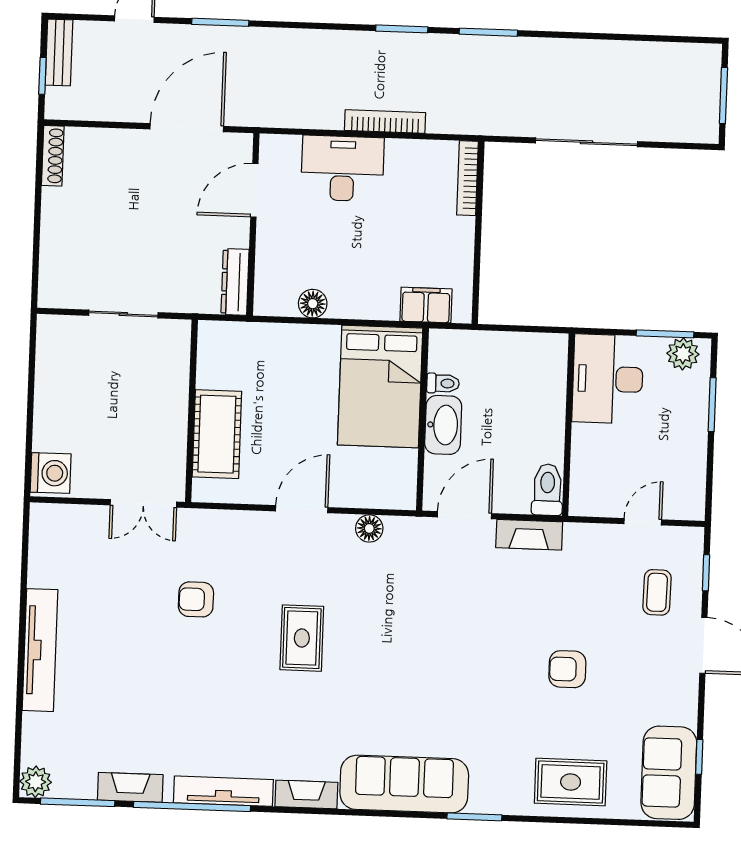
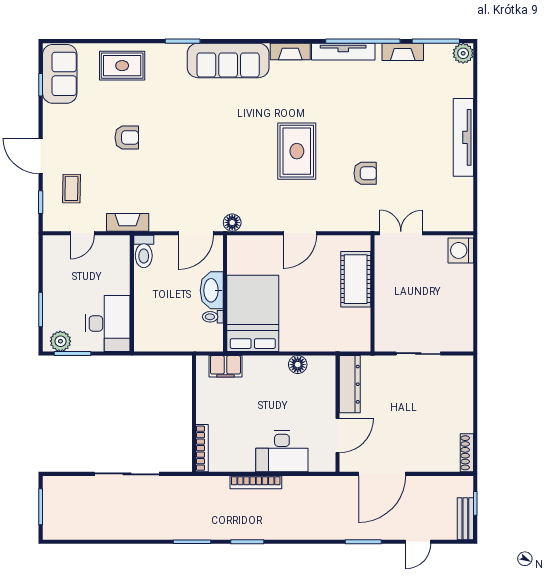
dresser: (235, 282) -> (350, 384), width x1.37, depth x1.24
floor lamp: (369, 528) -> (232, 223), moved
fireplace: (529, 535) -> (128, 222), moved
rug: (302, 638) -> (297, 151), width x1.36, depth x1.43

